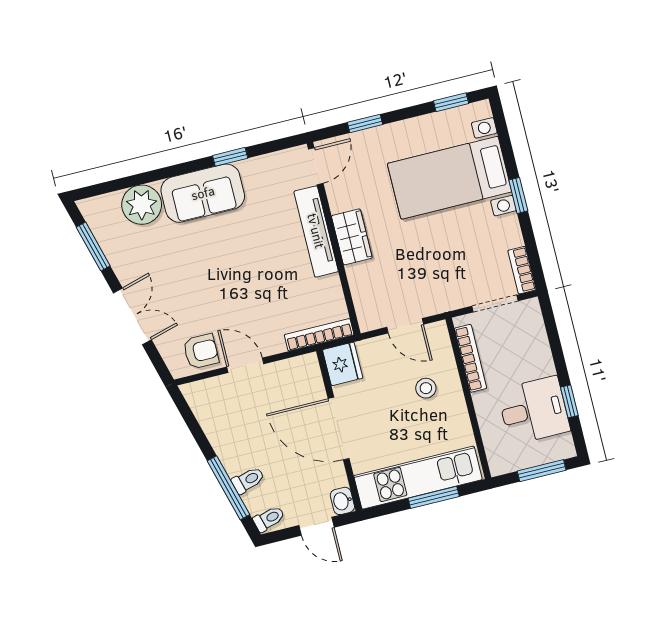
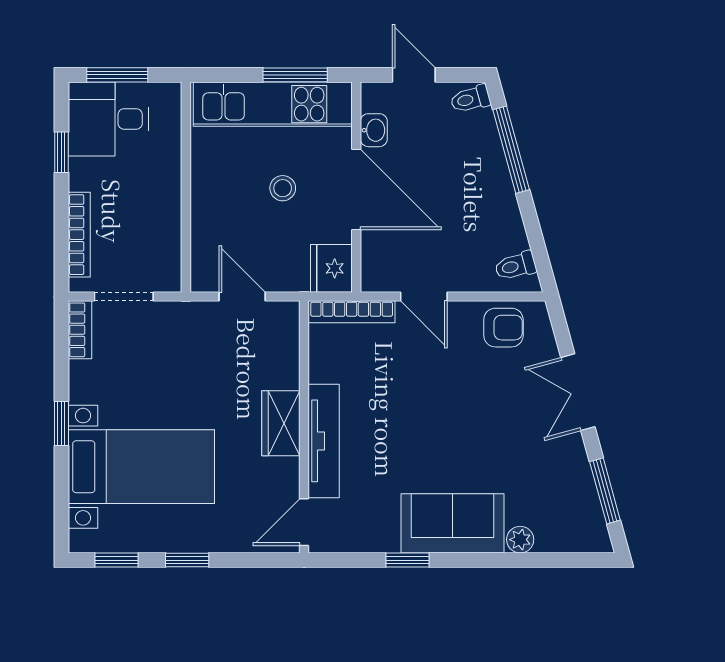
window: (365, 123) -> (187, 560), moved
plant: (142, 205) -> (520, 540), width x0.53, depth x0.53
armchair: (201, 351) -> (503, 328), turned 180
bookcase: (471, 358) -> (79, 235), moved, turned 180
door: (245, 365) -> (424, 297), moved
stool: (426, 388) -> (283, 188), moved
desk: (534, 410) -> (109, 119), moved
toilet: (248, 480) -> (516, 266), moved
window: (434, 497) -> (295, 75), moved
washbasin: (342, 501) -> (374, 130), moved

